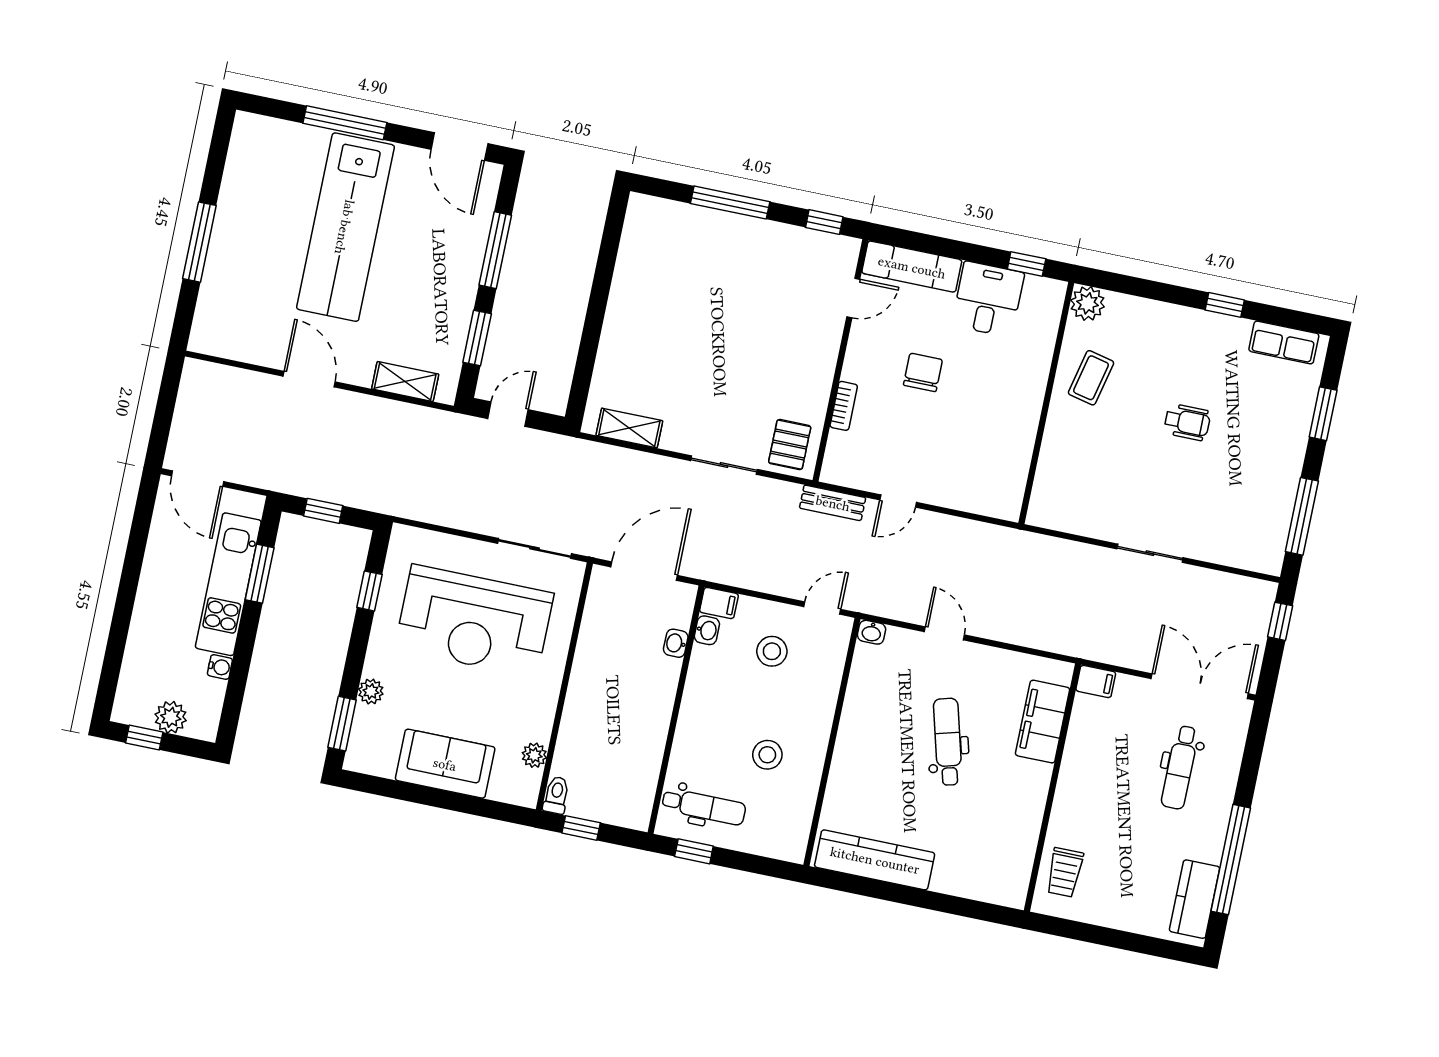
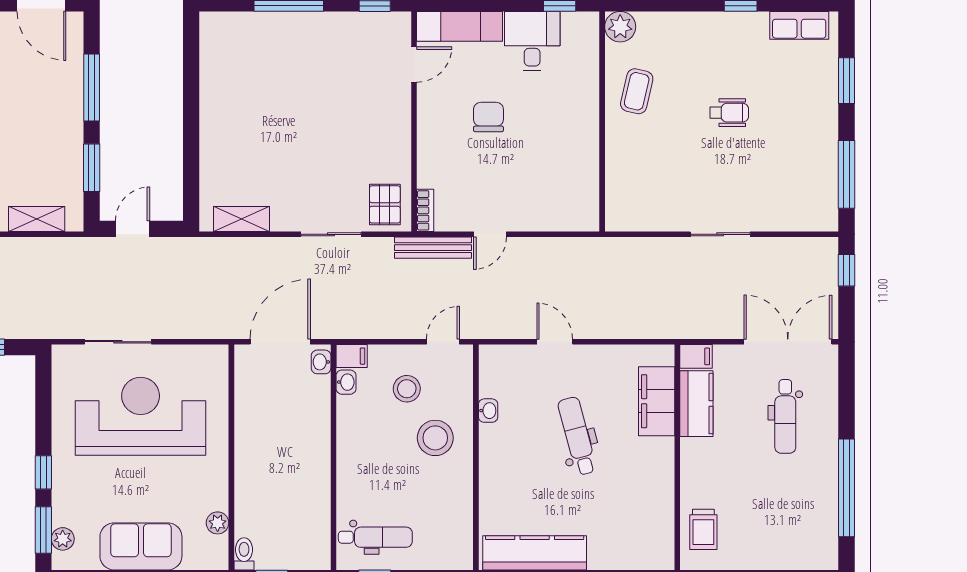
bookcase: (844, 406) -> (425, 210), moved
bench: (833, 503) -> (433, 248), width x1.36
sliding door: (534, 548) -> (118, 342), moved
window: (369, 591) -> (43, 472), moved
reception desk: (474, 621) -> (141, 416), turned 180
washbasin: (872, 632) -> (488, 411), moved, turned -90
washbasin: (676, 643) -> (321, 362), moved
plant: (371, 691) -> (63, 539), moved
stool: (767, 755) -> (435, 438), moved, width x1.38, depth x1.38
kitchen counter: (1195, 899) -> (696, 404), moved, turned 180

